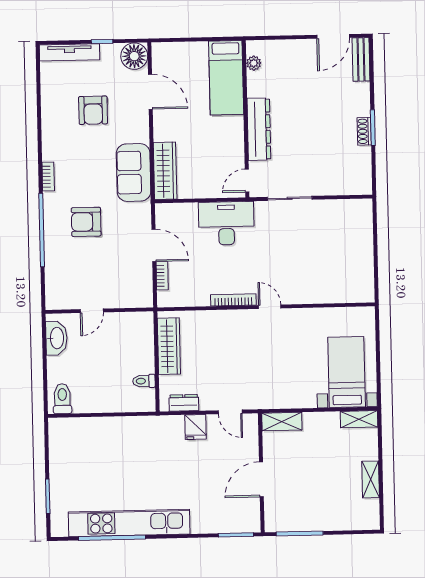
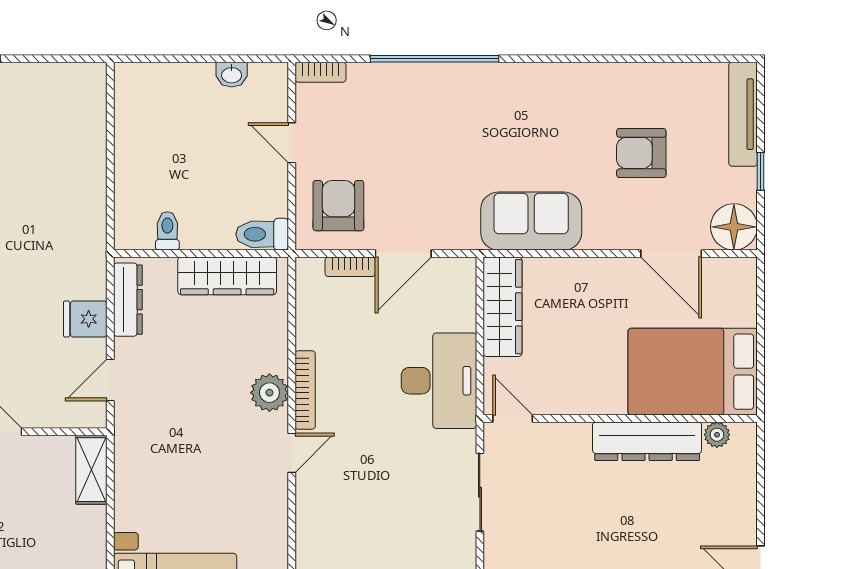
bed: (226, 78) -> (693, 372), width x1.50
door: (150, 92) -> (671, 253), hinge flipped
dresser: (259, 129) -> (647, 441), moved
wardrobe: (165, 171) -> (503, 307), moved, turned -90
bookcase: (48, 177) -> (320, 72), moved
armchair: (86, 222) -> (338, 206), moved
plant: (235, 320) -> (269, 393), added
washbasin: (56, 338) -> (232, 75), width x0.52, depth x0.69
toilet: (62, 399) -> (262, 234), moved, turned 180
dresser: (184, 403) -> (128, 300), width x1.44

